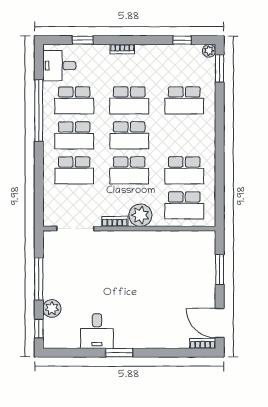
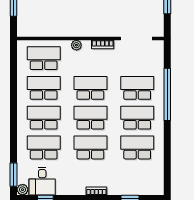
desk: (59, 66) -> (42, 181), moved, turned 90
window: (39, 110) -> (167, 94), moved
school desk: (184, 135) -> (44, 118), added
plant: (140, 215) -> (76, 45), width x0.53, depth x0.53

